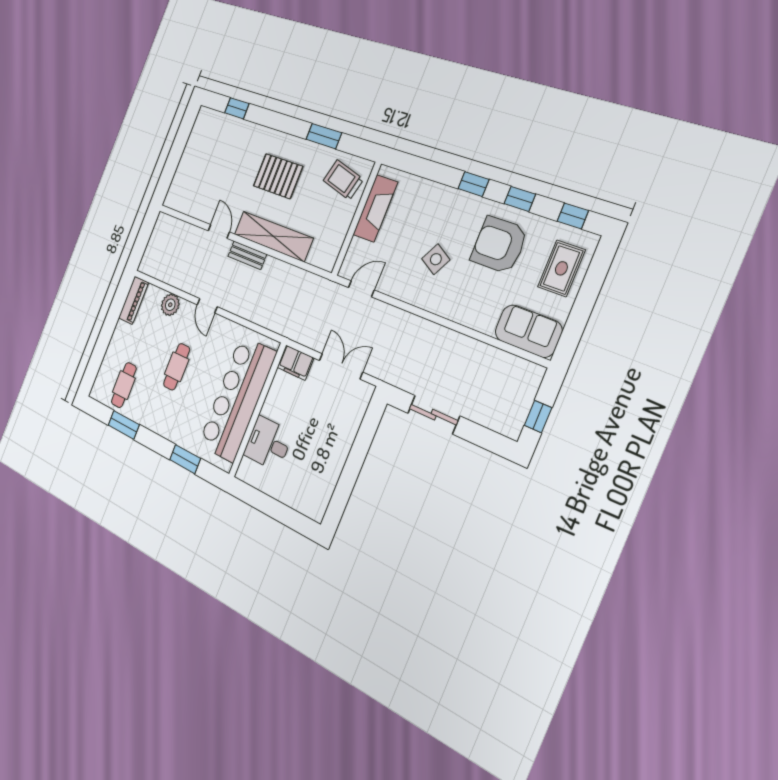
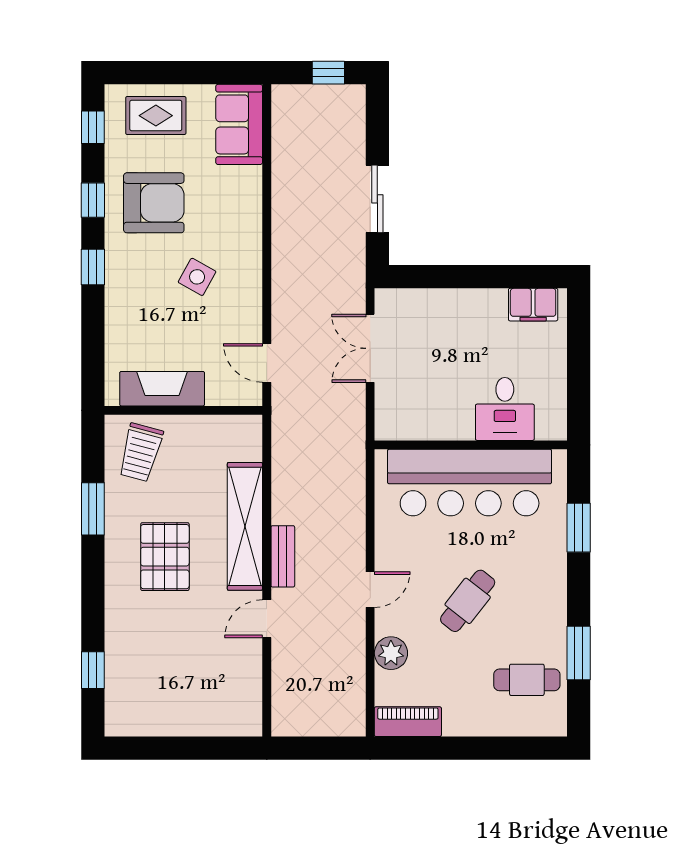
armchair: (499, 245) -> (154, 203), turned -90
filing cabinet: (295, 363) -> (533, 305), moved, turned 90
cafe table: (177, 367) -> (468, 601), turned -52

